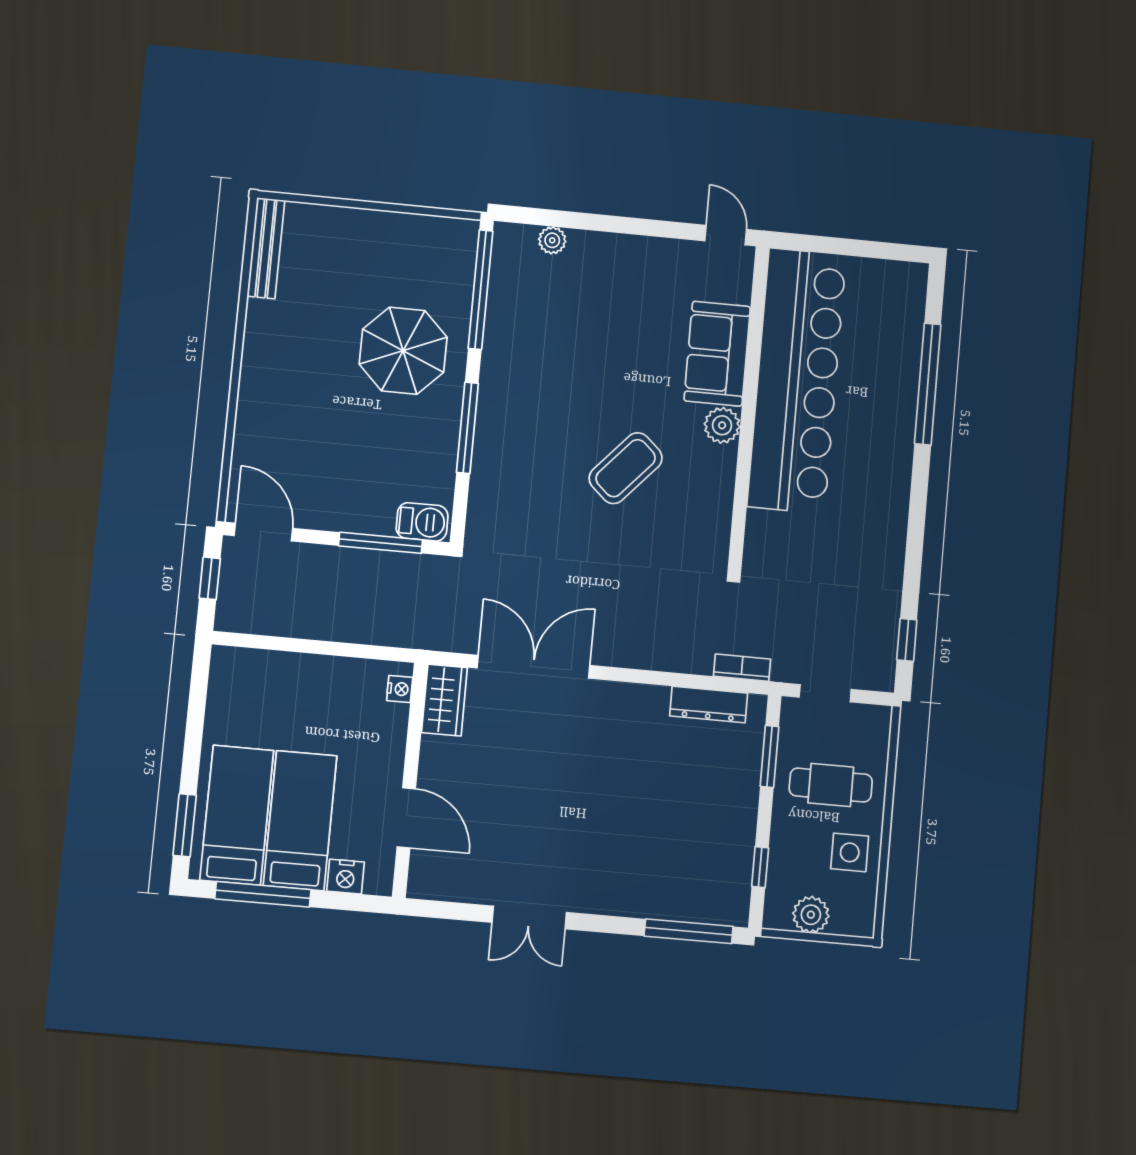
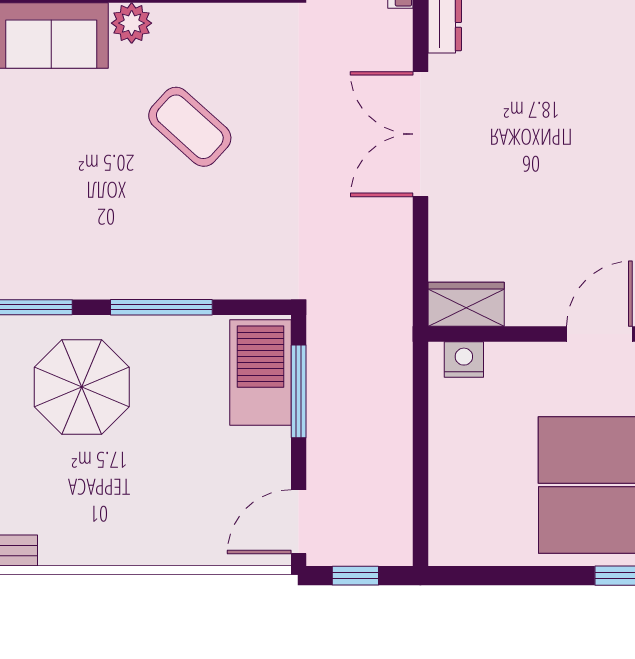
barbecue: (422, 522) -> (260, 372), width x1.88, depth x1.53
double door: (533, 667) -> (420, 134), moved
nightstand: (400, 689) -> (464, 359), width x1.39, depth x1.35

